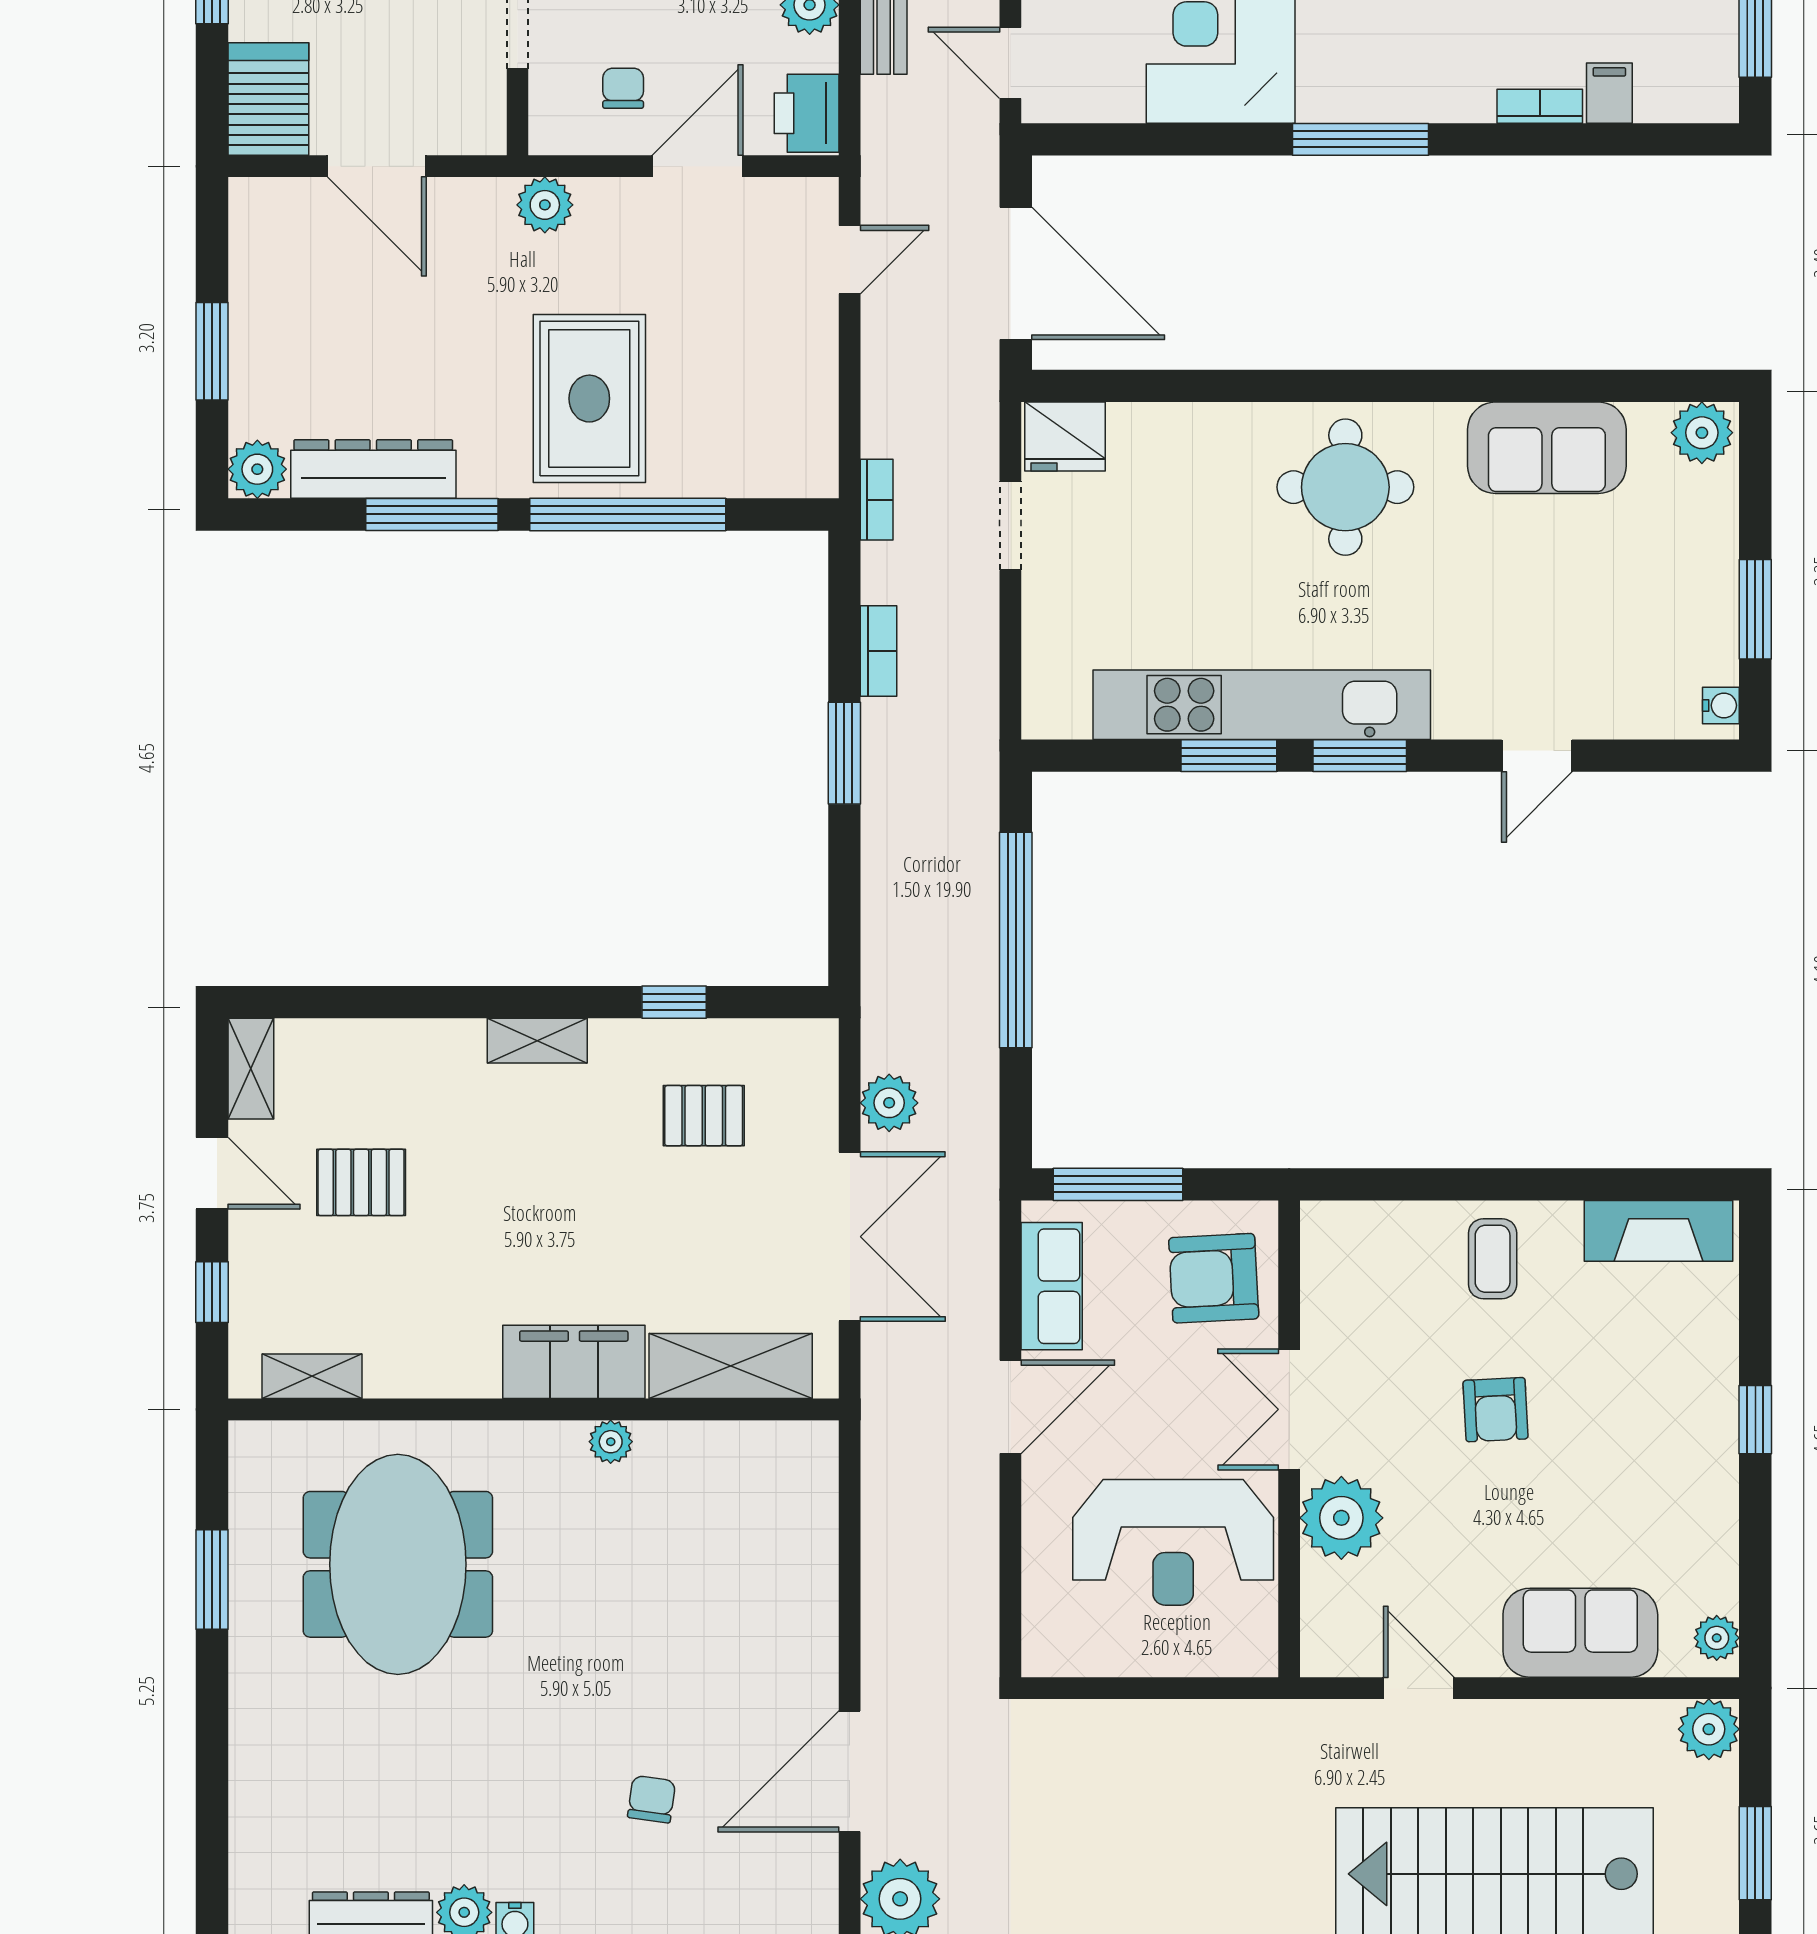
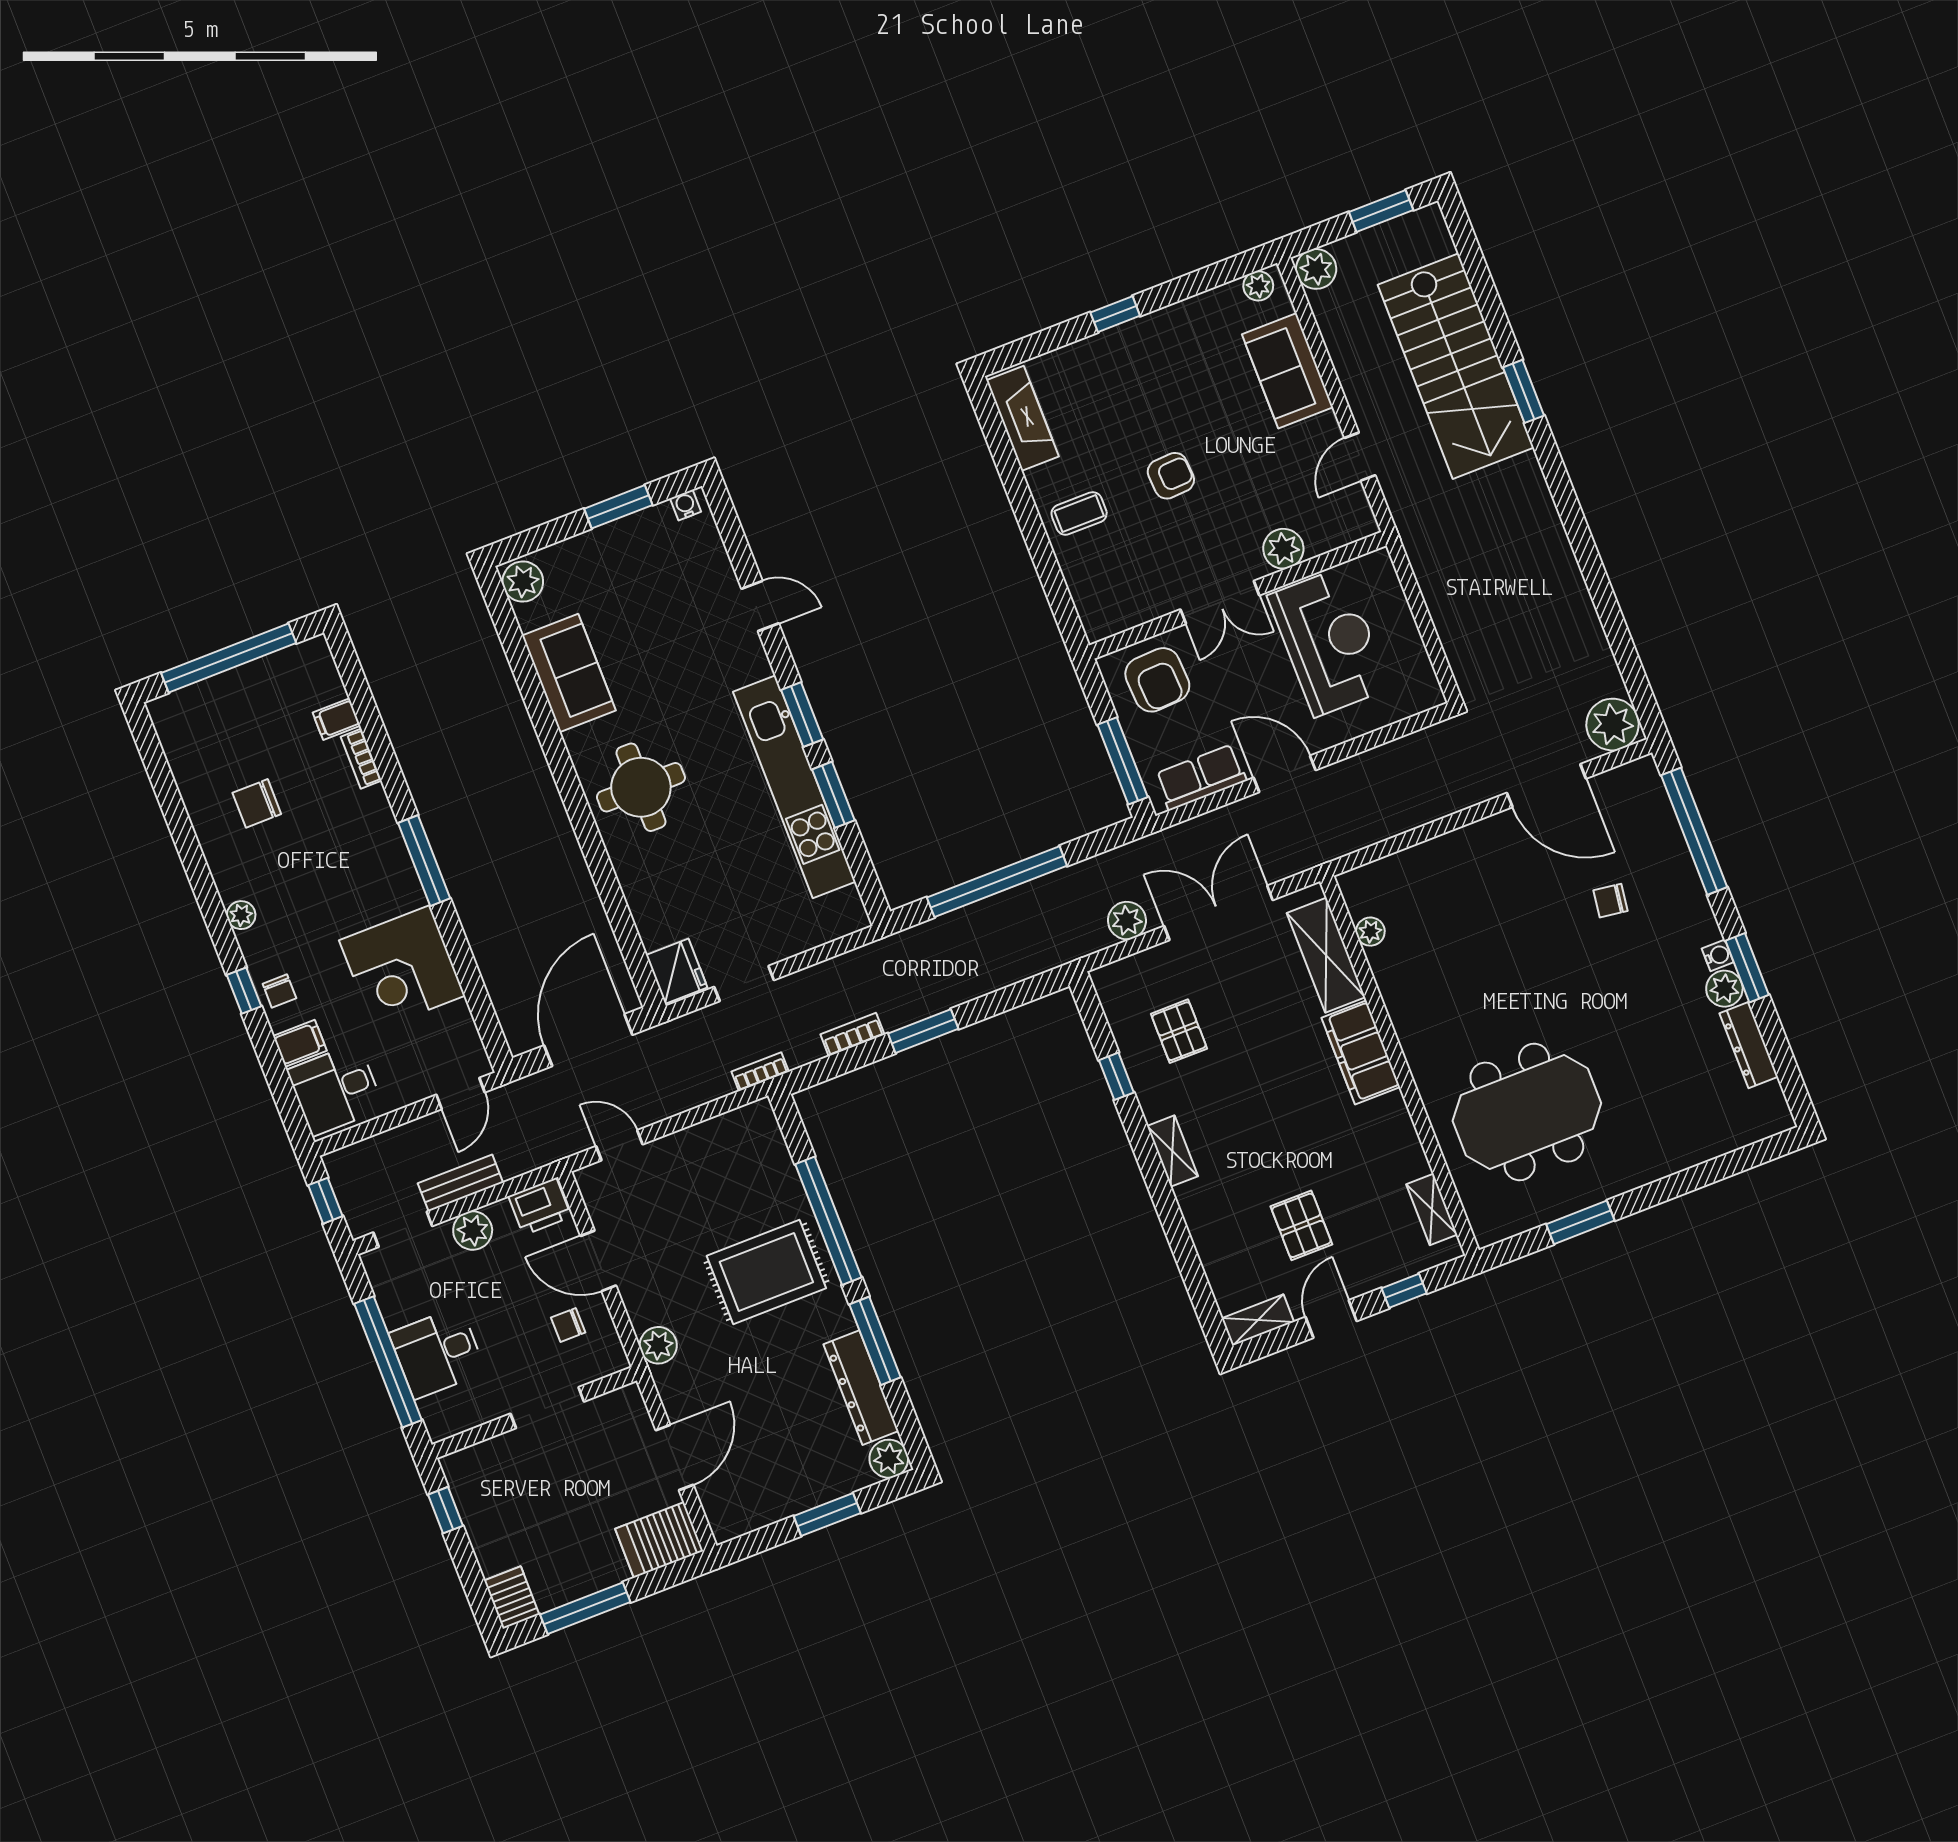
plant: (611, 1442) -> (1370, 932), moved
plant: (1341, 1518) -> (1283, 549), width x0.73, depth x0.73

